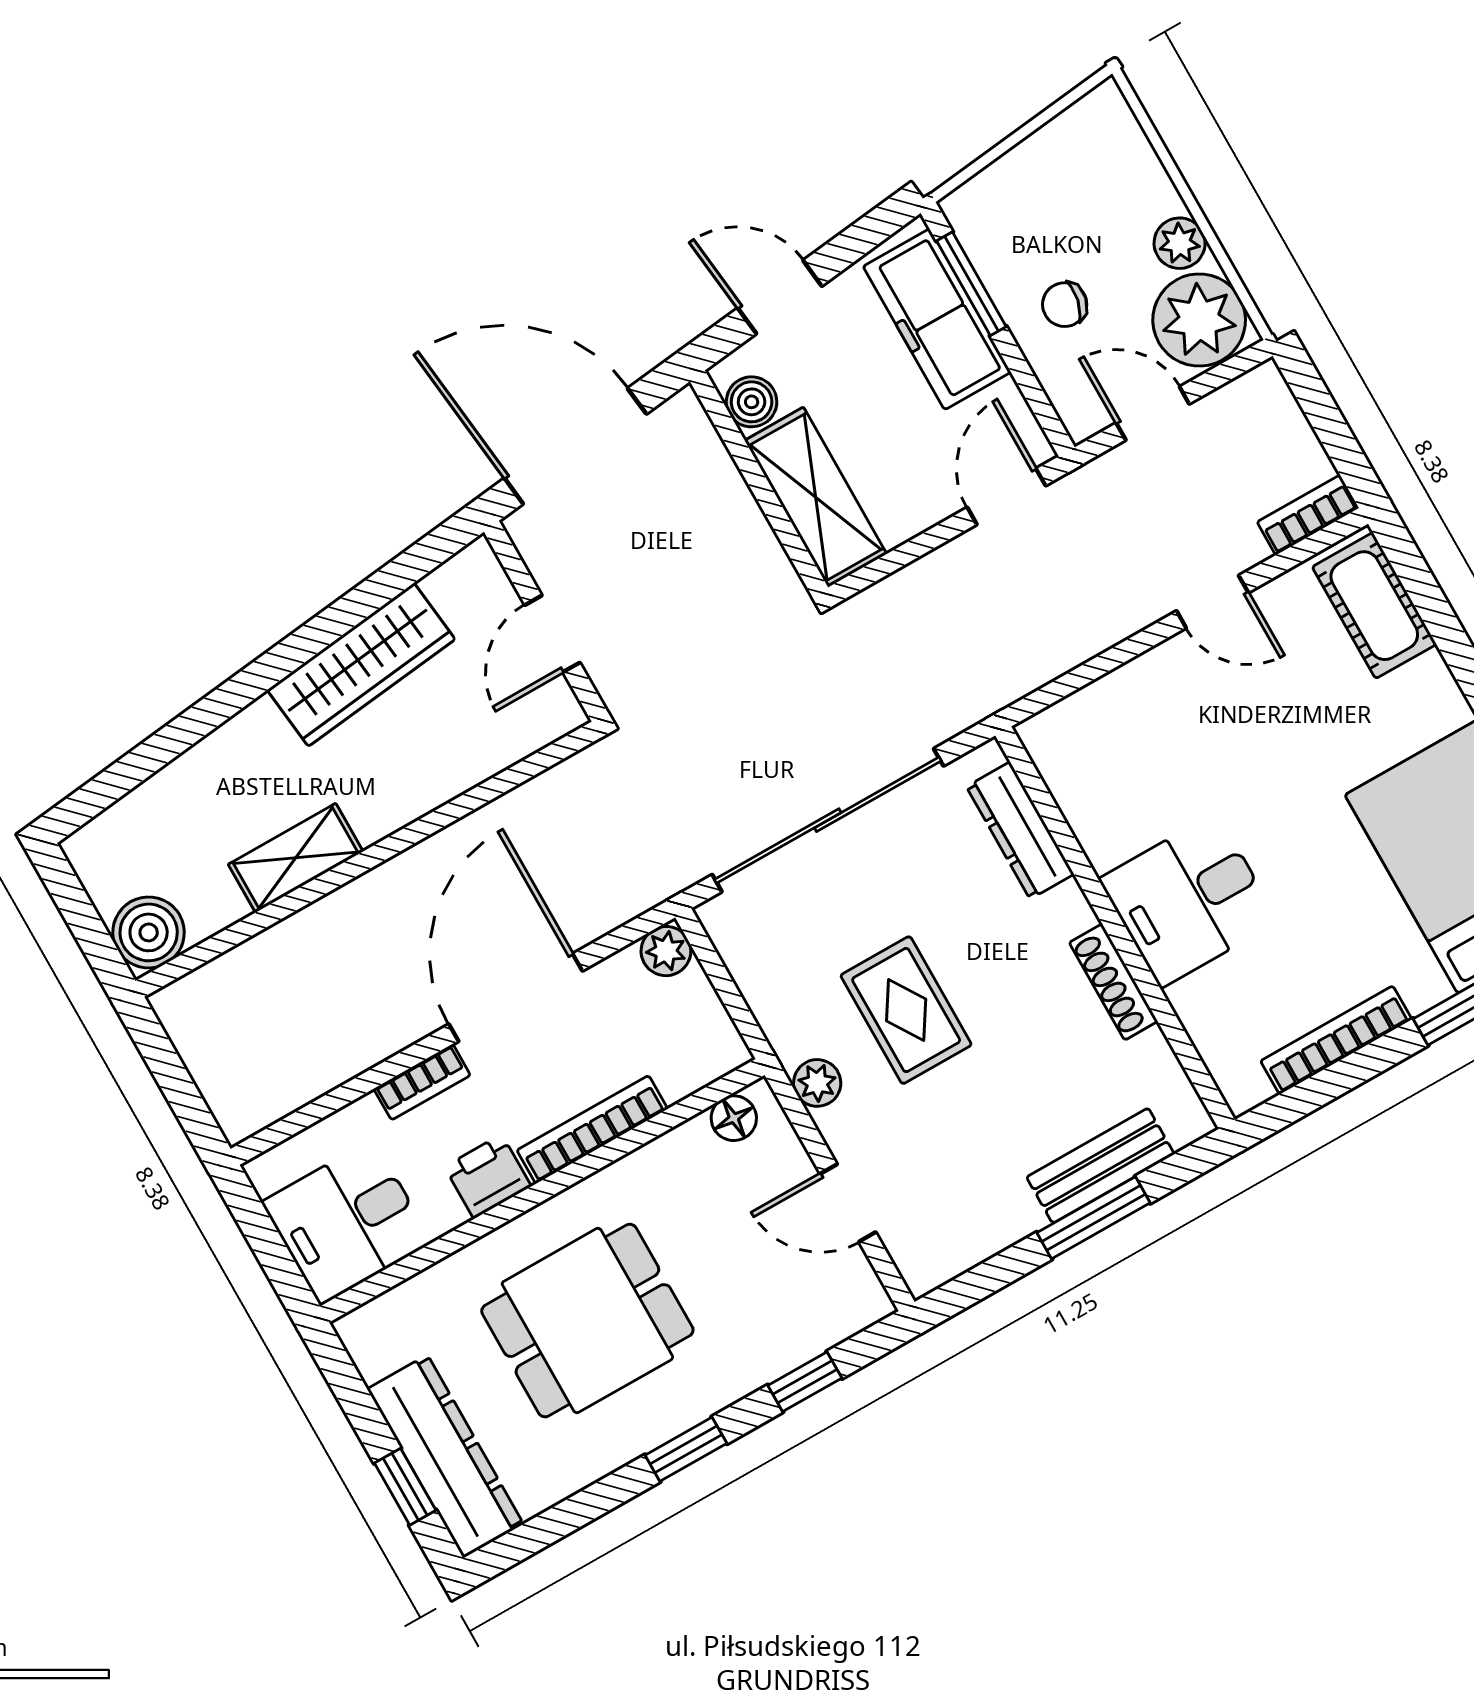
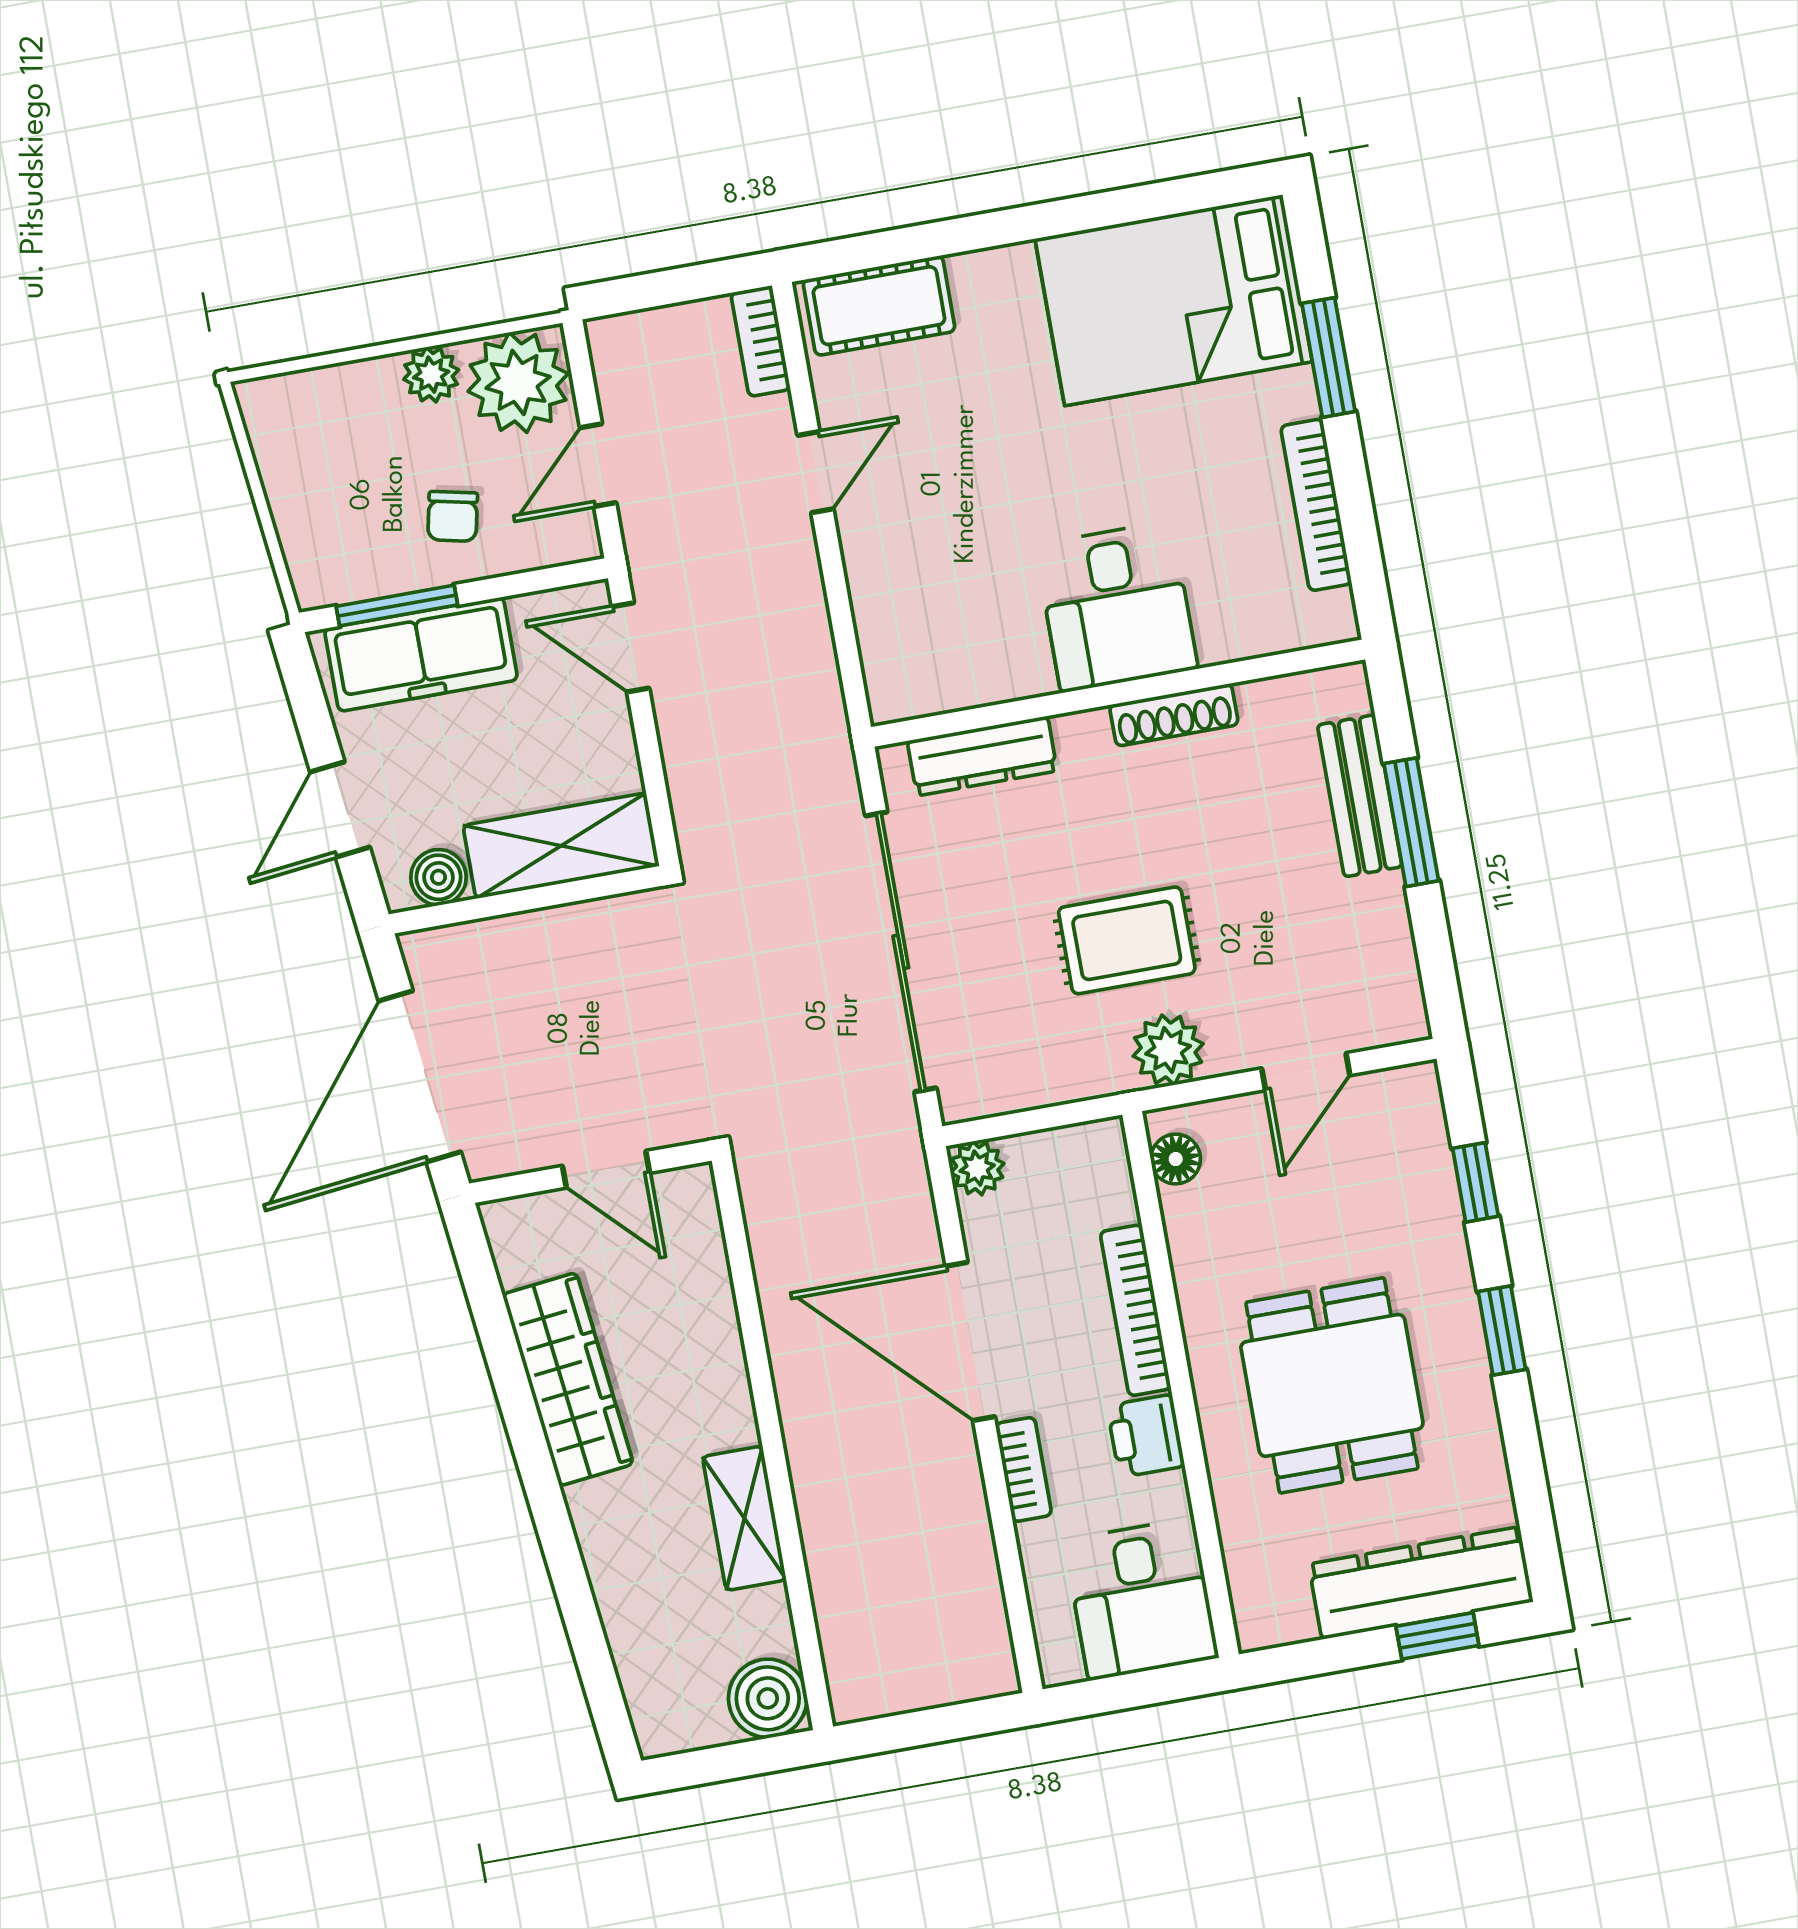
plant: (817, 1083) -> (1168, 1050), width x1.38, depth x1.38

